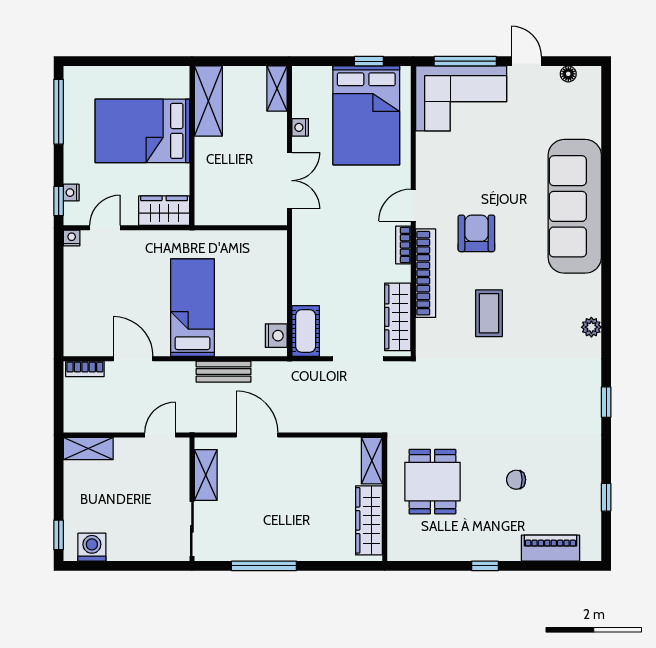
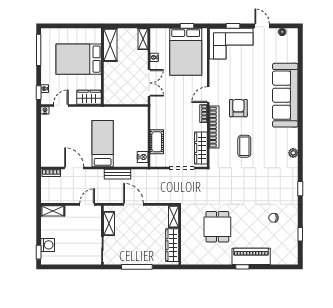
window: (465, 61) -> (233, 26), width x0.46
cot: (306, 331) -> (157, 142), moved
shelving: (372, 461) -> (174, 217), moved
chair: (516, 480) -> (273, 218), moved
wall: (385, 499) -> (180, 235), moved
wardrobe: (369, 520) -> (172, 245), moved
washing machine: (92, 547) -> (48, 245), moved, turned 90
piano: (551, 548) -> (251, 256), moved, width x1.37, depth x1.33

